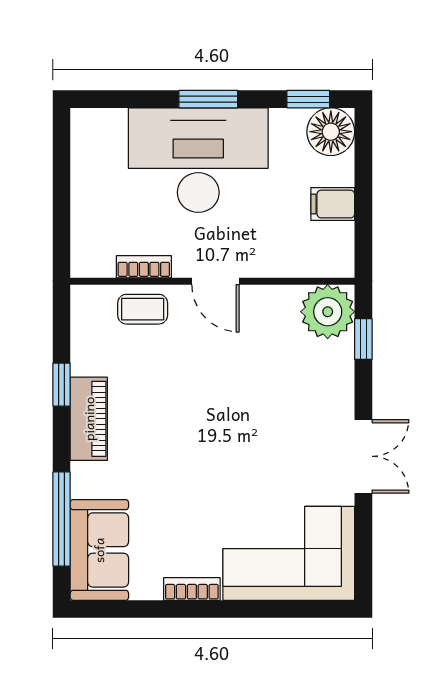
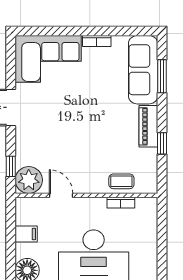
door: (216, 281) -> (61, 195), moved
window: (62, 519) -> (162, 76), width x0.69
sofa: (99, 550) -> (143, 70), width x1.36

